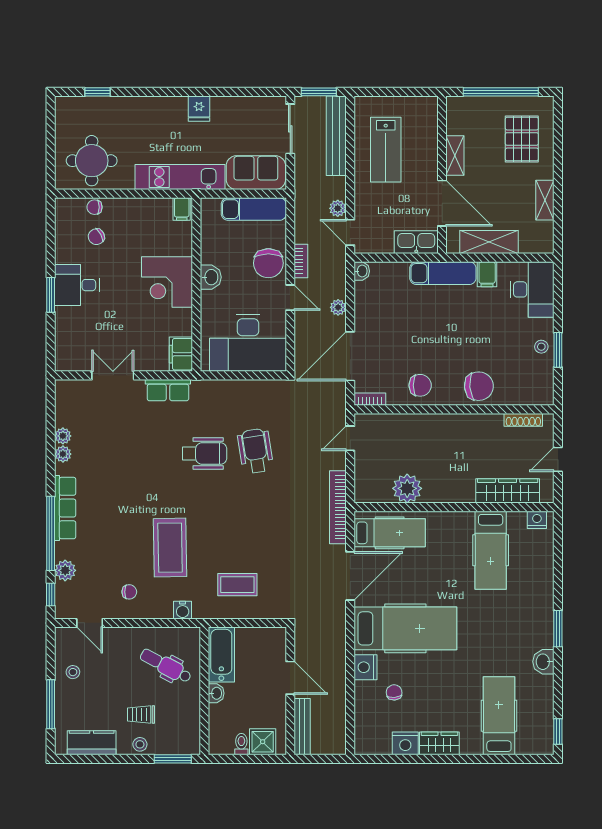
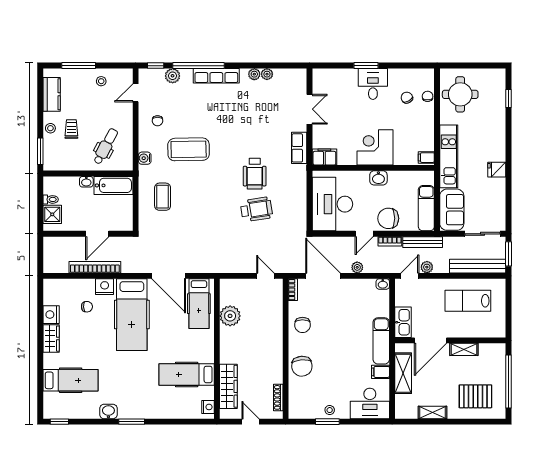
bookcase: (338, 507) -> (95, 267), moved
bench: (302, 727) -> (423, 242), moved

